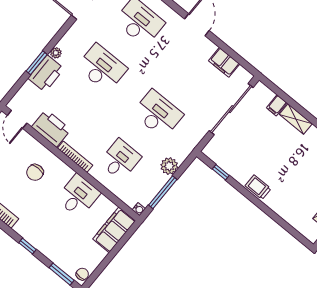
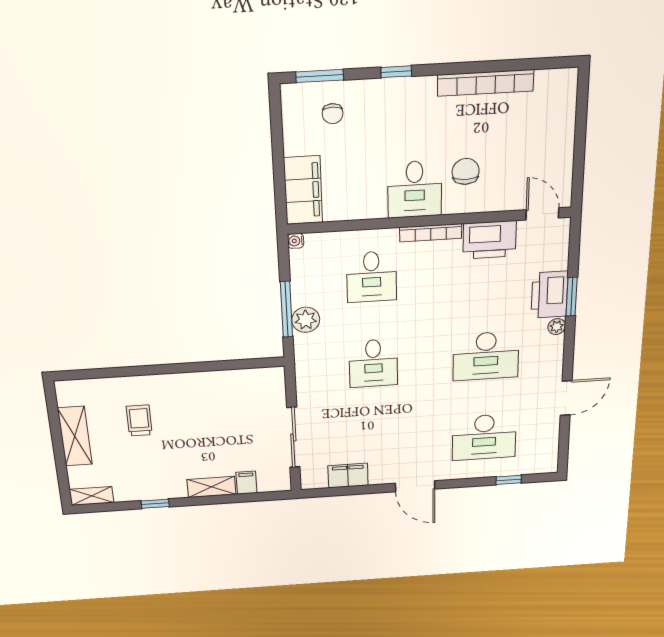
sliding door: (231, 109) -> (293, 437), width x0.73
desk: (158, 114) -> (373, 363), width x0.73
window: (221, 172) -> (239, 364), removed
trolley: (258, 187) -> (139, 420), moved, turned -90
window: (163, 192) -> (286, 309), moved
desk: (78, 196) -> (415, 189), moved
chair: (82, 274) -> (333, 114), moved

